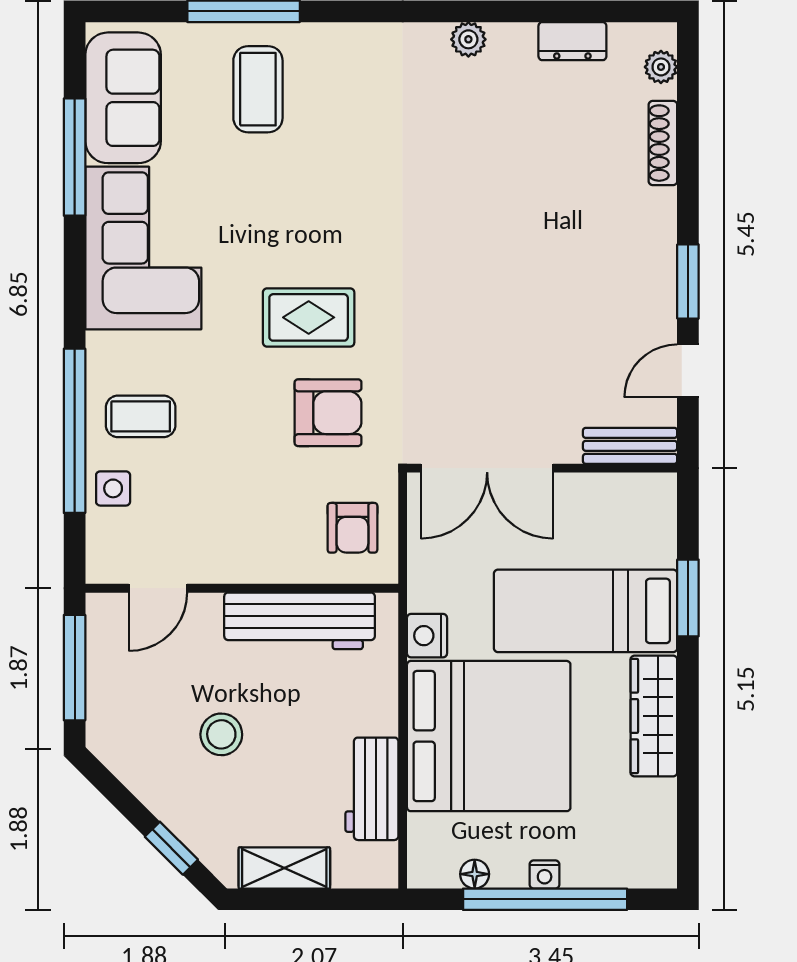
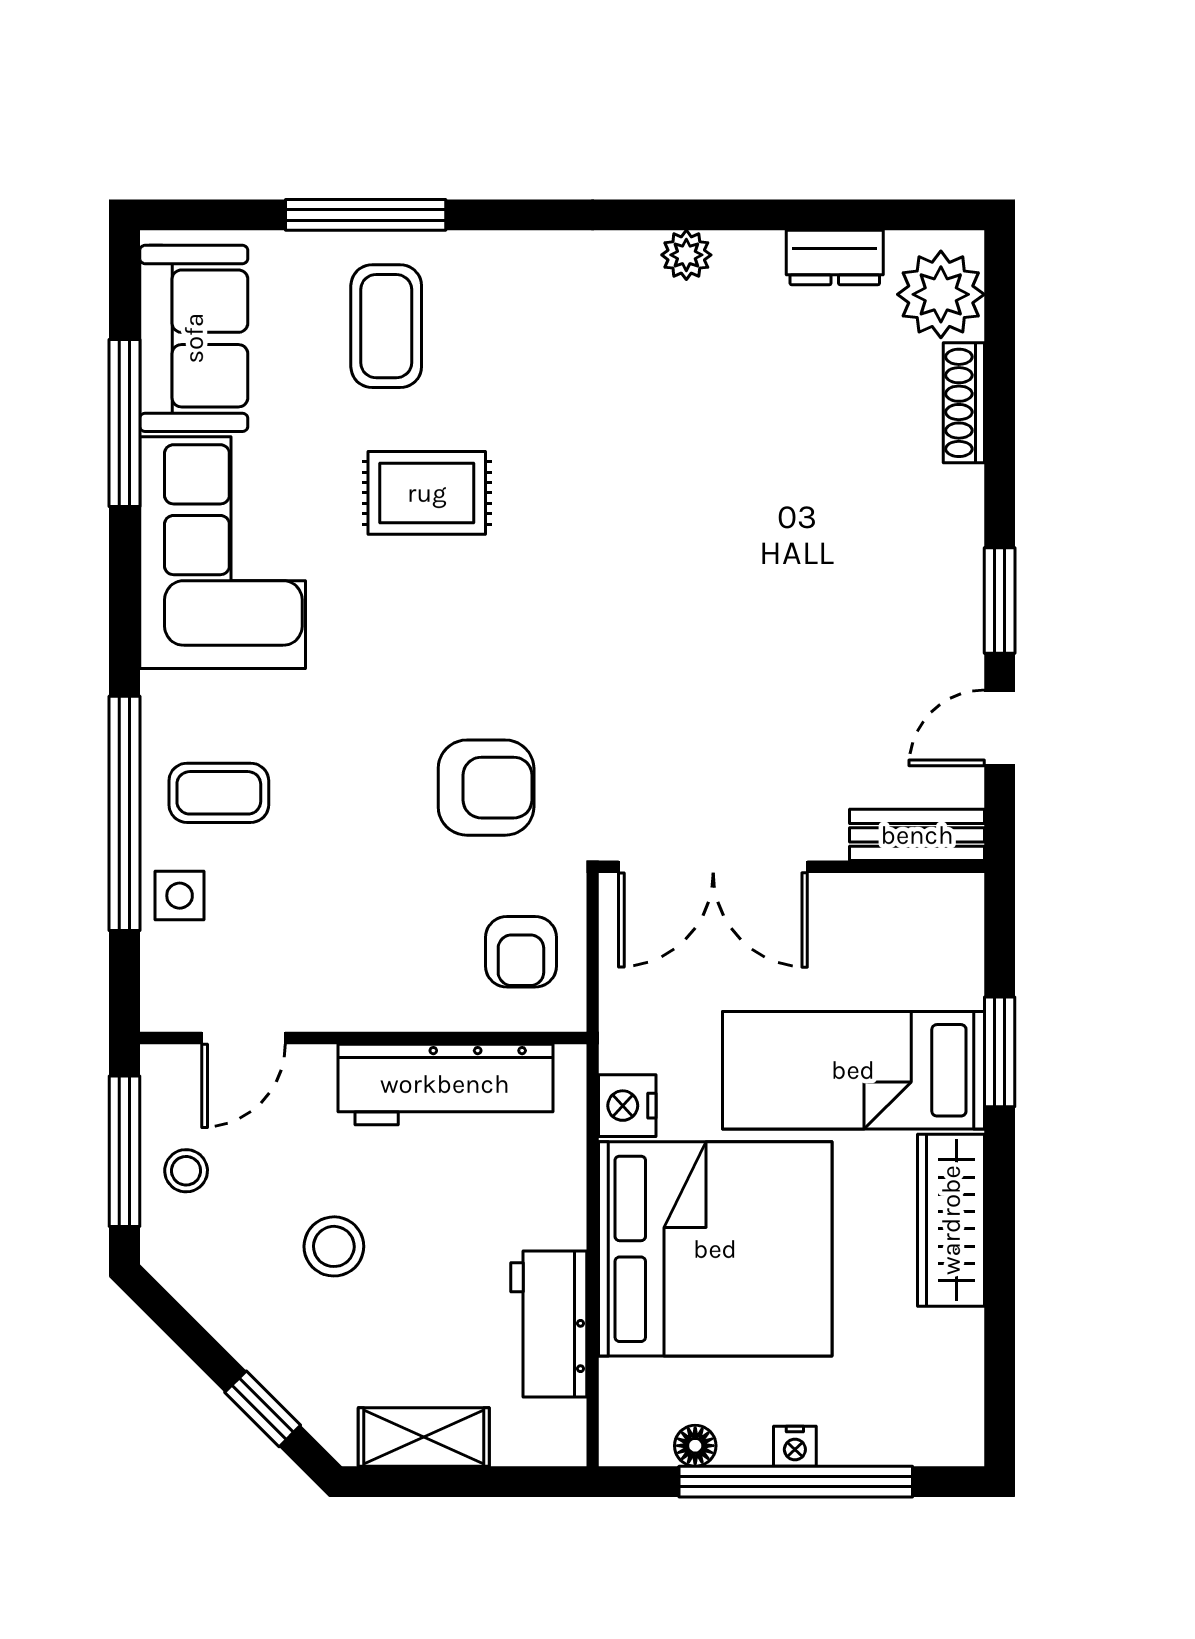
plant: (661, 67) -> (941, 294), width x1.87, depth x1.87
rug: (309, 317) -> (427, 493), moved
stool: (118, 681) -> (186, 1171), added

